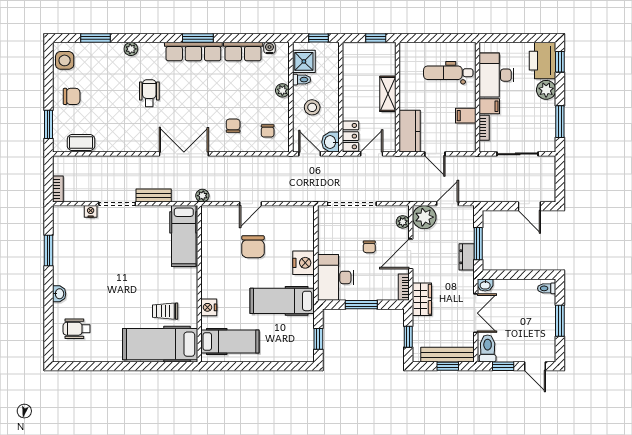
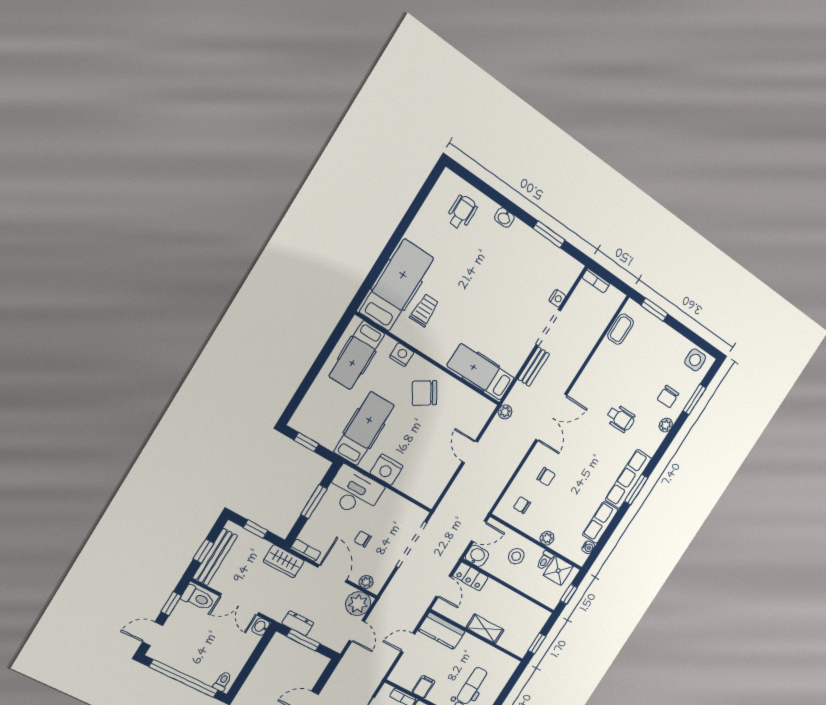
chair: (72, 96) -> (668, 397), moved
chair: (253, 247) -> (424, 393), moved, turned -33
window: (560, 321) -> (184, 679), width x2.11

